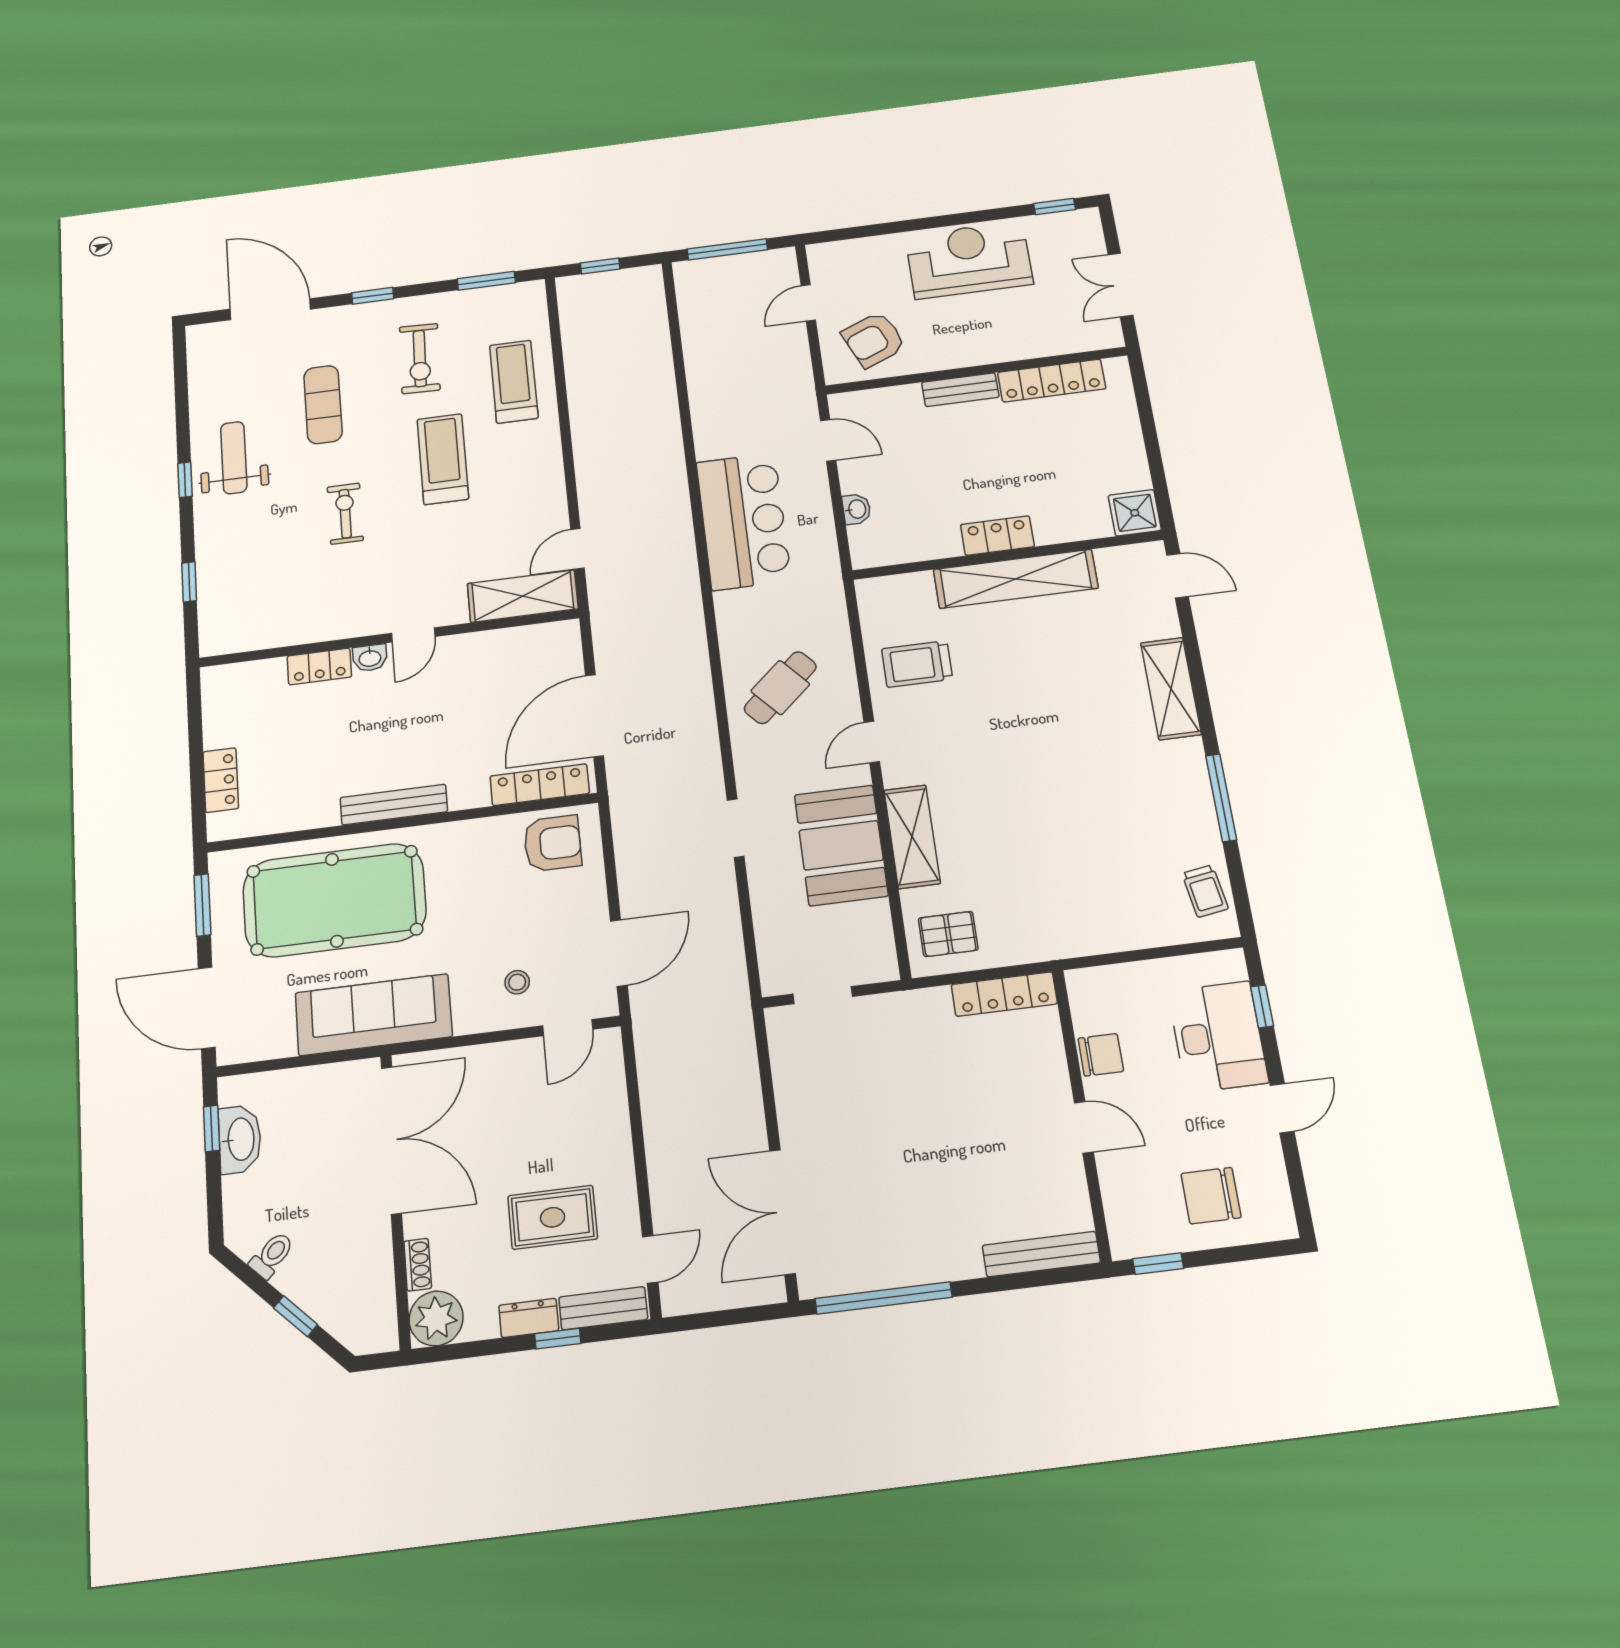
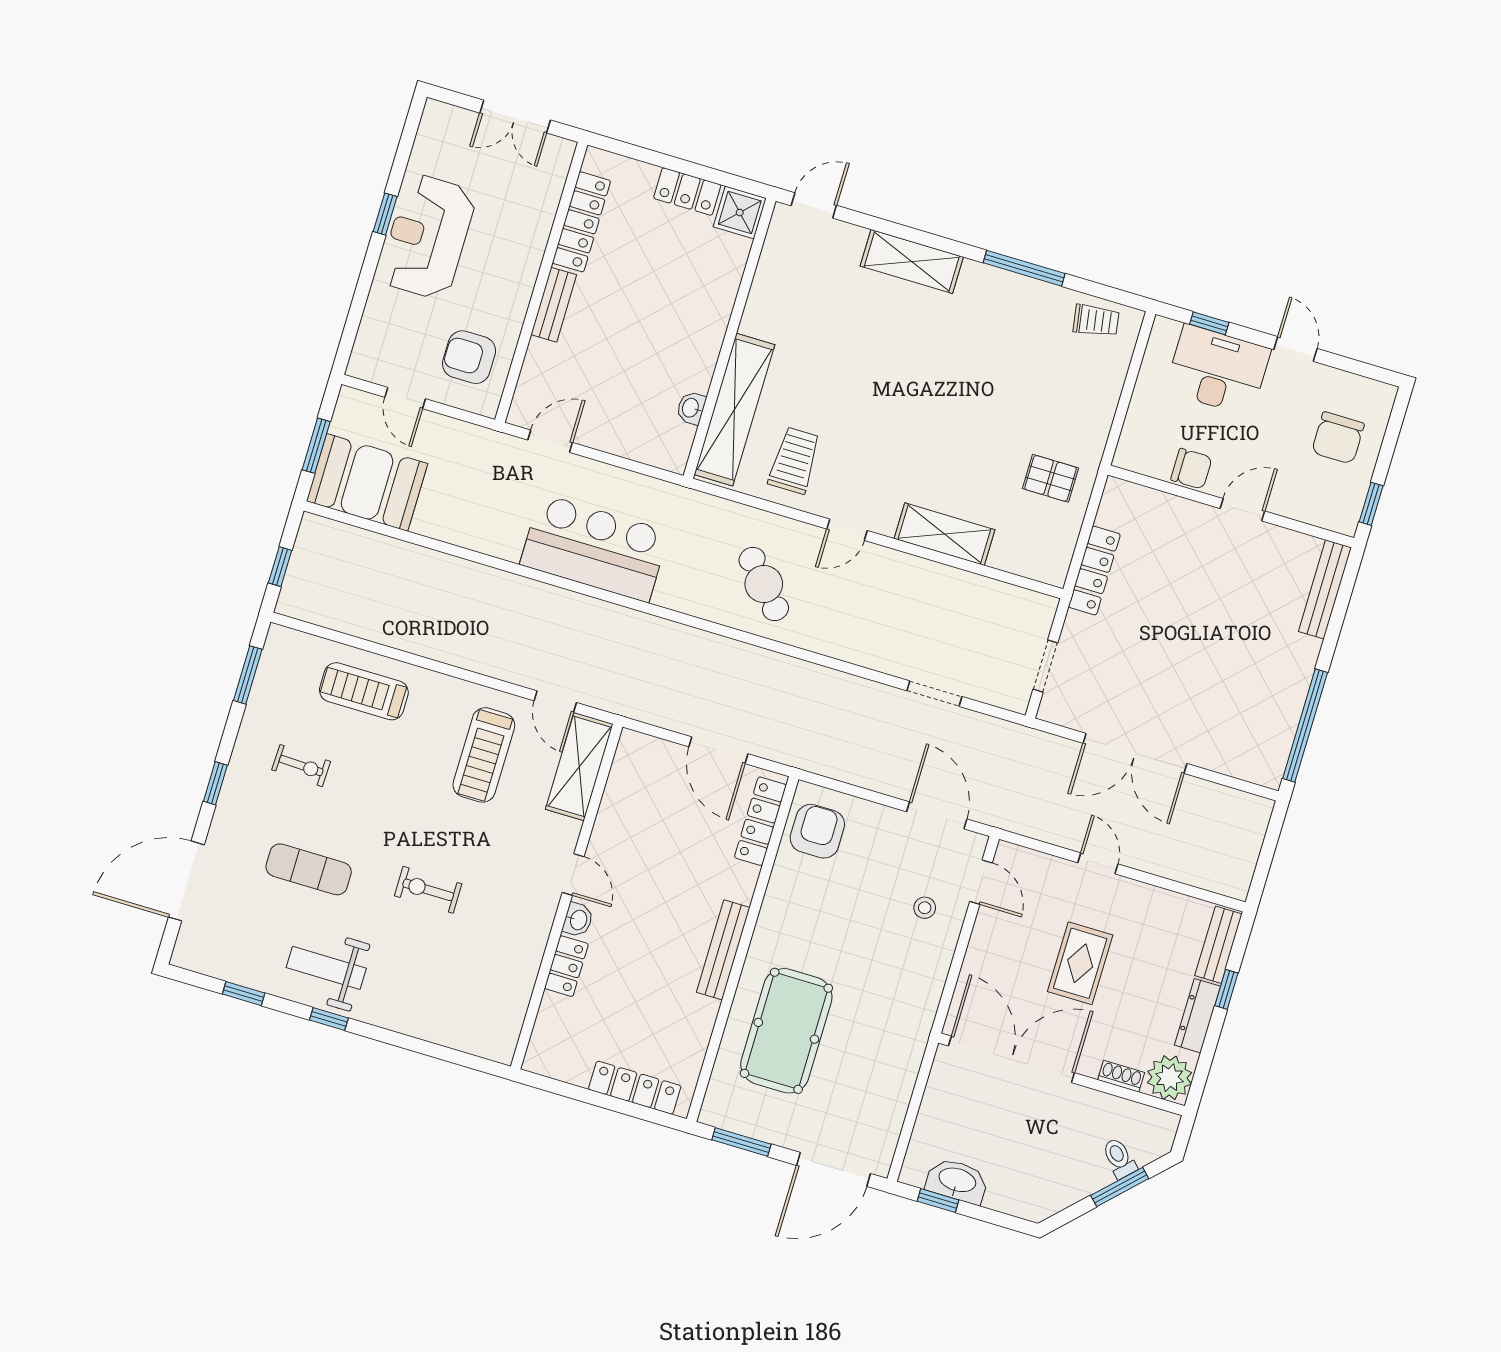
window: (1055, 206) -> (385, 214), moved
window: (727, 249) -> (316, 446), width x0.69
armchair: (874, 340) -> (469, 357), turned 113
exercise bike: (420, 359) -> (301, 766), width x0.73, depth x0.72
treadmill: (443, 459) -> (484, 755), moved, turned -90
washbasin: (856, 509) -> (691, 408), moved, turned -90
locker: (997, 536) -> (687, 191), moved, turned -90
shelving: (1016, 579) -> (734, 410), moved
window: (189, 582) -> (244, 994), moved
trolley: (917, 664) -> (794, 460), turned 180
door: (594, 716) -> (718, 750), width x0.73
door: (872, 742) -> (847, 530), hinge flipped
locker: (221, 780) -> (635, 1088), width x1.53
doorway: (736, 828) -> (934, 694), moved
booth: (841, 845) -> (367, 482), moved
pool table: (334, 900) -> (786, 1031), width x0.73, depth x0.76
pallet: (948, 934) -> (1051, 478), moved, turned 90
locker: (1004, 994) -> (1094, 571), moved
sofa: (374, 1015) -> (900, 1035), removed
chair: (1101, 1055) -> (1191, 469), turned 90
double door: (782, 1212) -> (1135, 753), moved
rug: (553, 1217) -> (1080, 963), moved
toilet: (272, 1255) -> (1119, 1158), moved
door: (650, 1259) -> (1098, 863), moved
window: (296, 1316) -> (1120, 1187), width x1.50
dresser: (529, 1318) -> (1198, 1016), width x1.44

